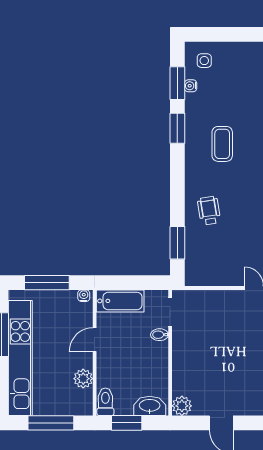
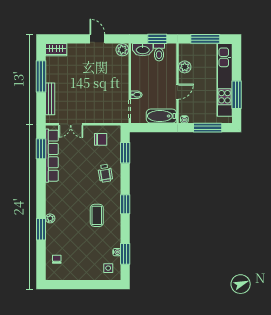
window: (177, 128) -> (125, 204), moved
chair: (216, 264) -> (101, 139), added
toilet: (105, 402) -> (159, 52), moved

